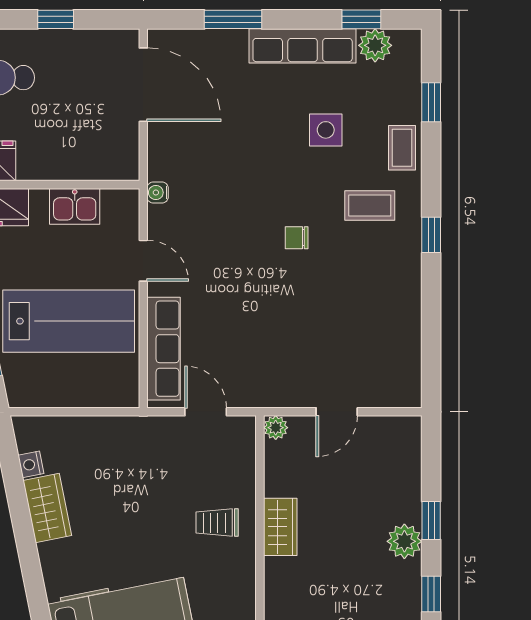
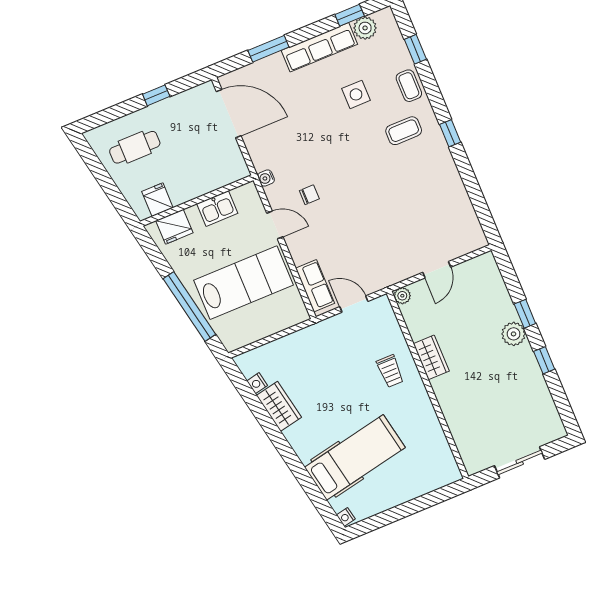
chair: (297, 238) -> (309, 195), moved, turned 180
row of seats: (164, 349) -> (315, 286), width x0.68
trolley: (217, 523) -> (390, 371), turned -90

